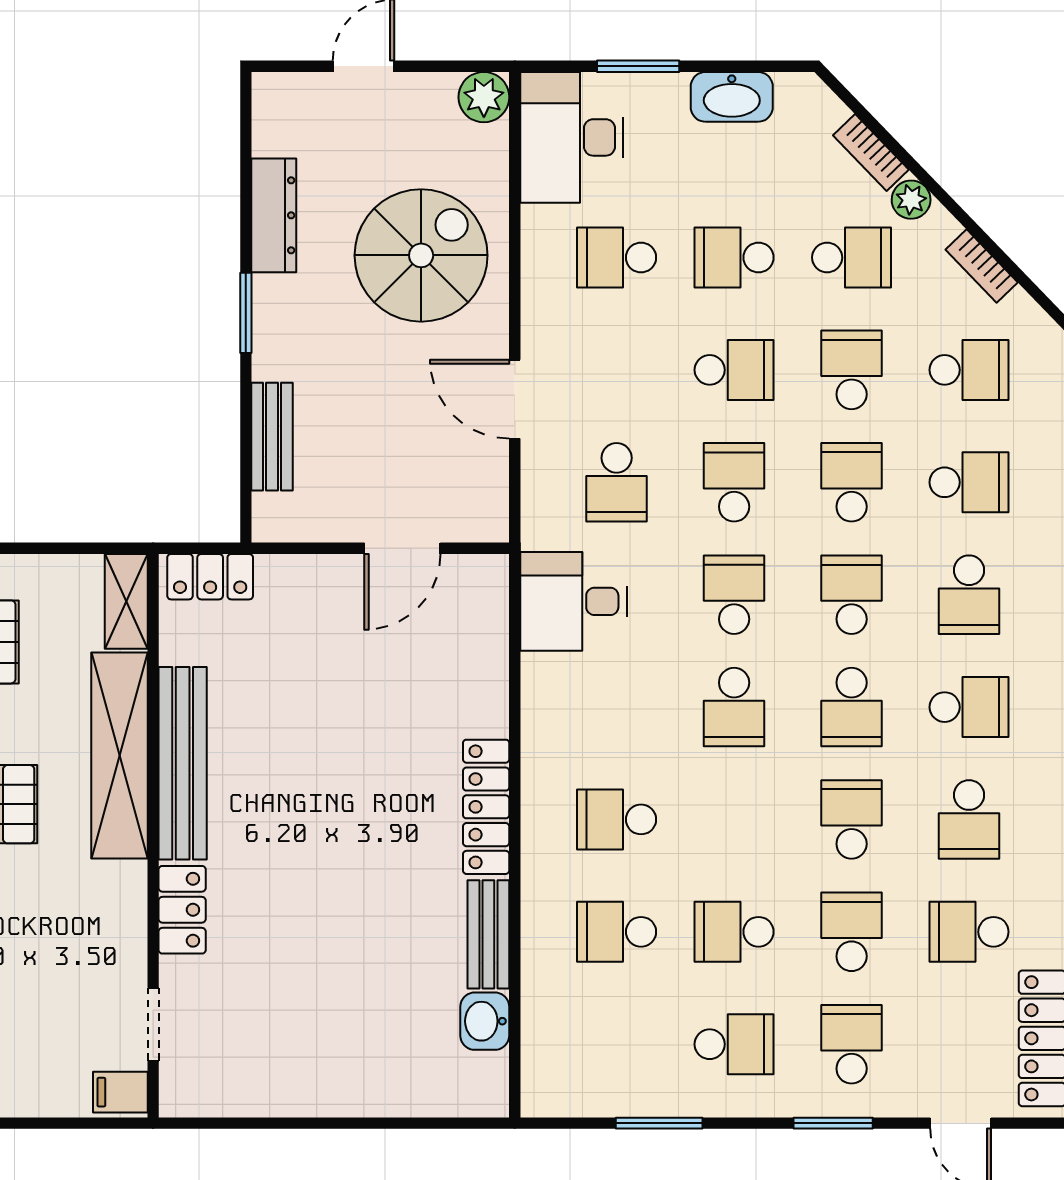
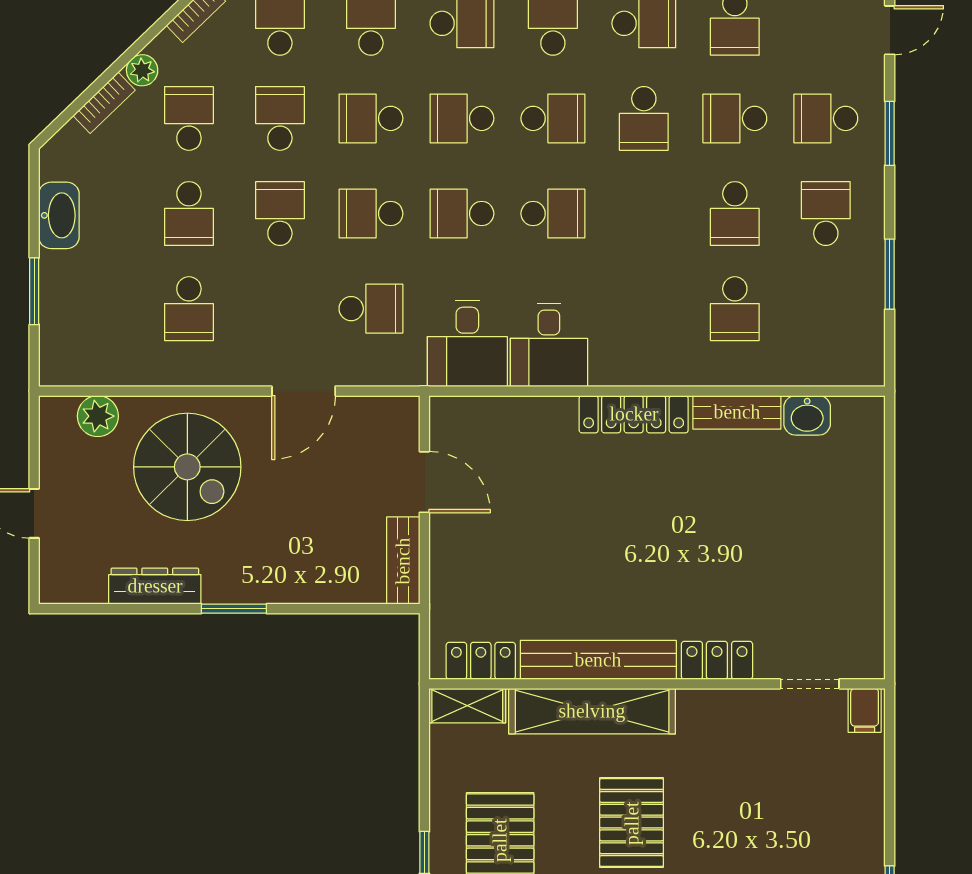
plant: (484, 97) -> (98, 416), moved
desk: (572, 137) -> (549, 345), moved, width x0.73
spiral stairs: (421, 255) -> (187, 467), turned 180
school desk: (852, 370) -> (280, 118), turned 90
bench: (272, 437) -> (403, 561), moved, turned 90
locker: (210, 577) -> (481, 661), moved, turned -90
school desk: (617, 819) -> (644, 309), removed
school desk: (852, 819) -> (644, 118), turned -90

